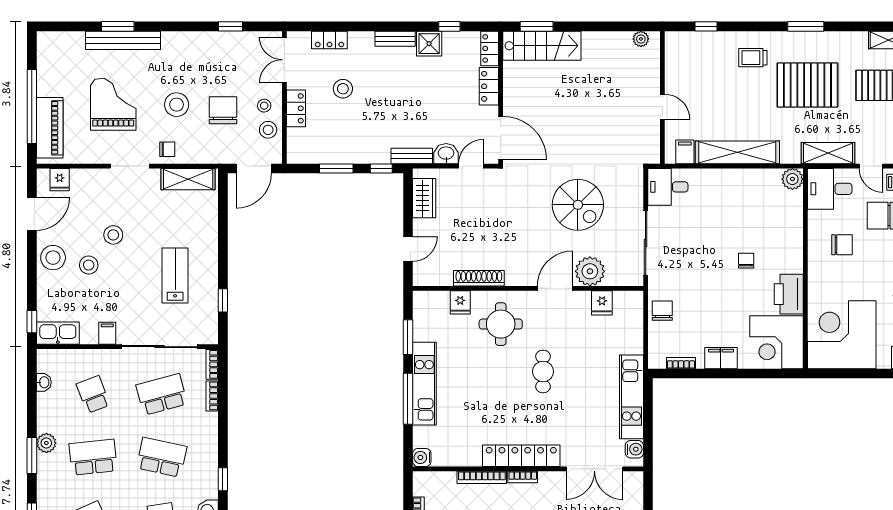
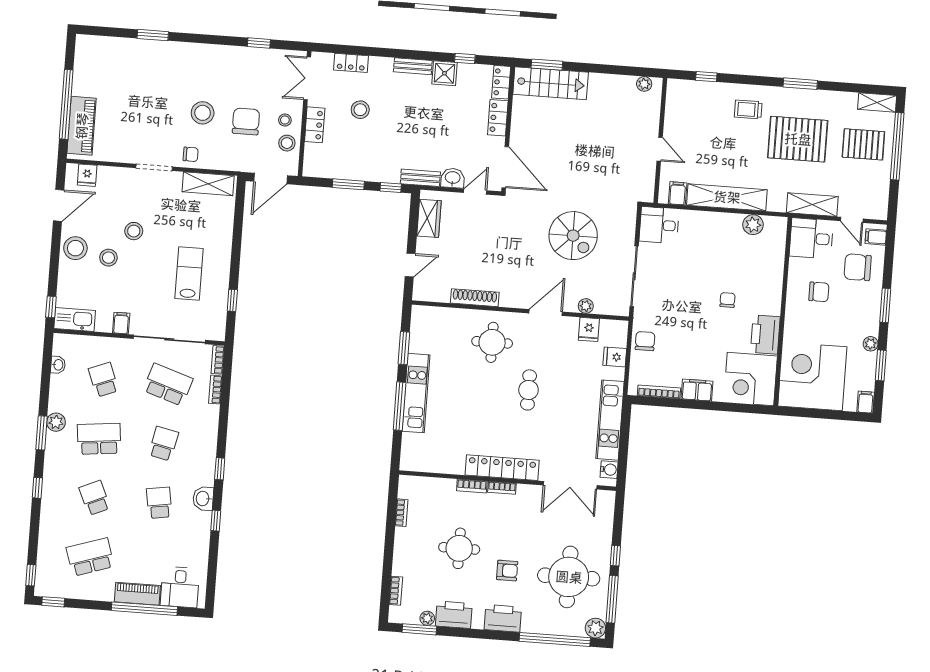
bench: (123, 40) -> (157, 49), removed
grand piano: (113, 104) -> (143, 108), removed
plant: (792, 179) -> (753, 225), moved
plant: (590, 271) -> (586, 306), width x0.53, depth x0.53
fridge: (460, 302) -> (615, 357), moved, turned 90
bookcase: (681, 363) -> (659, 392), width x1.56
school desk: (162, 394) -> (168, 385), turned 33
school desk: (162, 457) -> (164, 444), width x0.54
water cooler: (422, 457) -> (408, 462), removed
bookcase: (482, 477) -> (472, 486), width x0.64

